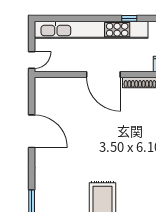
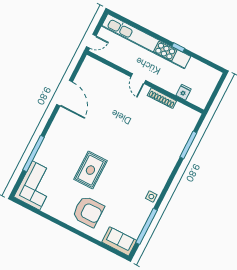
door: (103, 74) -> (138, 79), width x0.53

